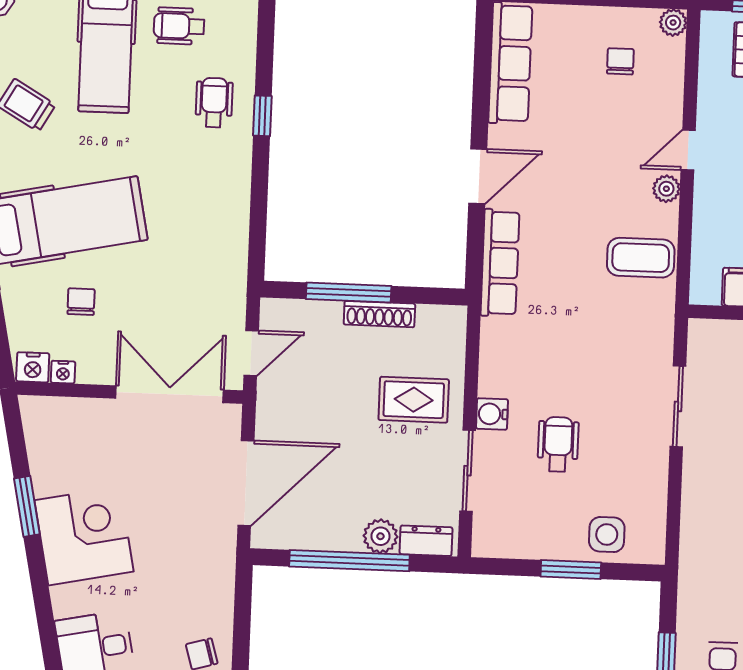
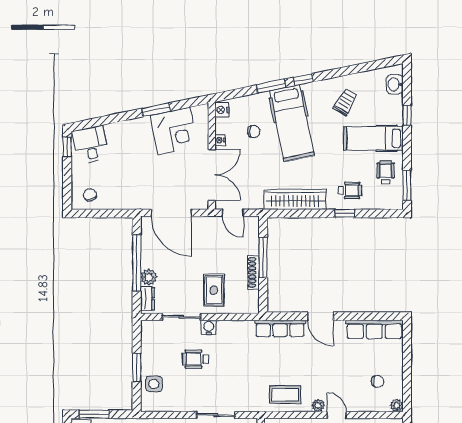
wardrobe: (229, 220) -> (295, 199), added
coffee table: (641, 258) -> (285, 395), turned 90
nightstand: (63, 372) -> (220, 140), moved
wheelchair: (558, 444) -> (196, 359), turned 180
corner desk: (84, 536) -> (174, 131), moved

